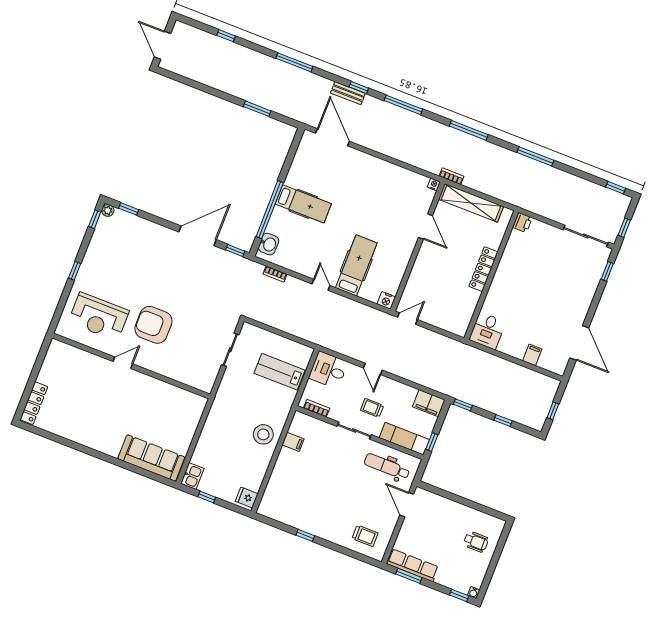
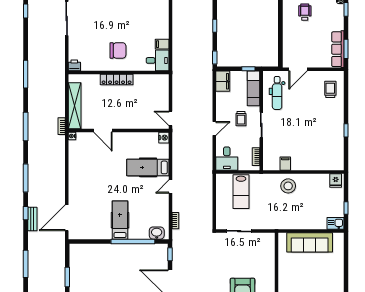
door: (426, 226) -> (103, 130), swing flipped
chair: (520, 285) -> (118, 50), added
filing cabinet: (532, 355) -> (162, 44), moved
sofa: (151, 458) -> (310, 242), moved, turned -90

